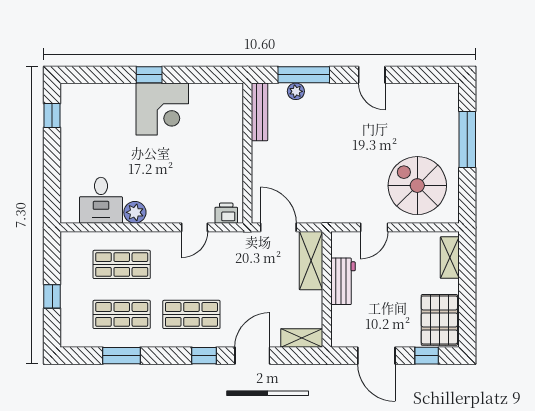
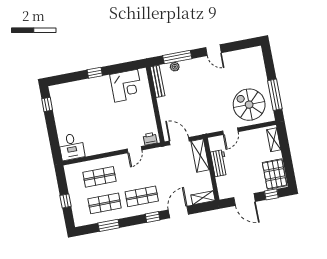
corner desk: (162, 109) -> (126, 86), moved
window: (467, 140) -> (275, 95), moved
desk: (101, 200) -> (71, 147), moved
plant: (135, 212) -> (101, 148), removed

